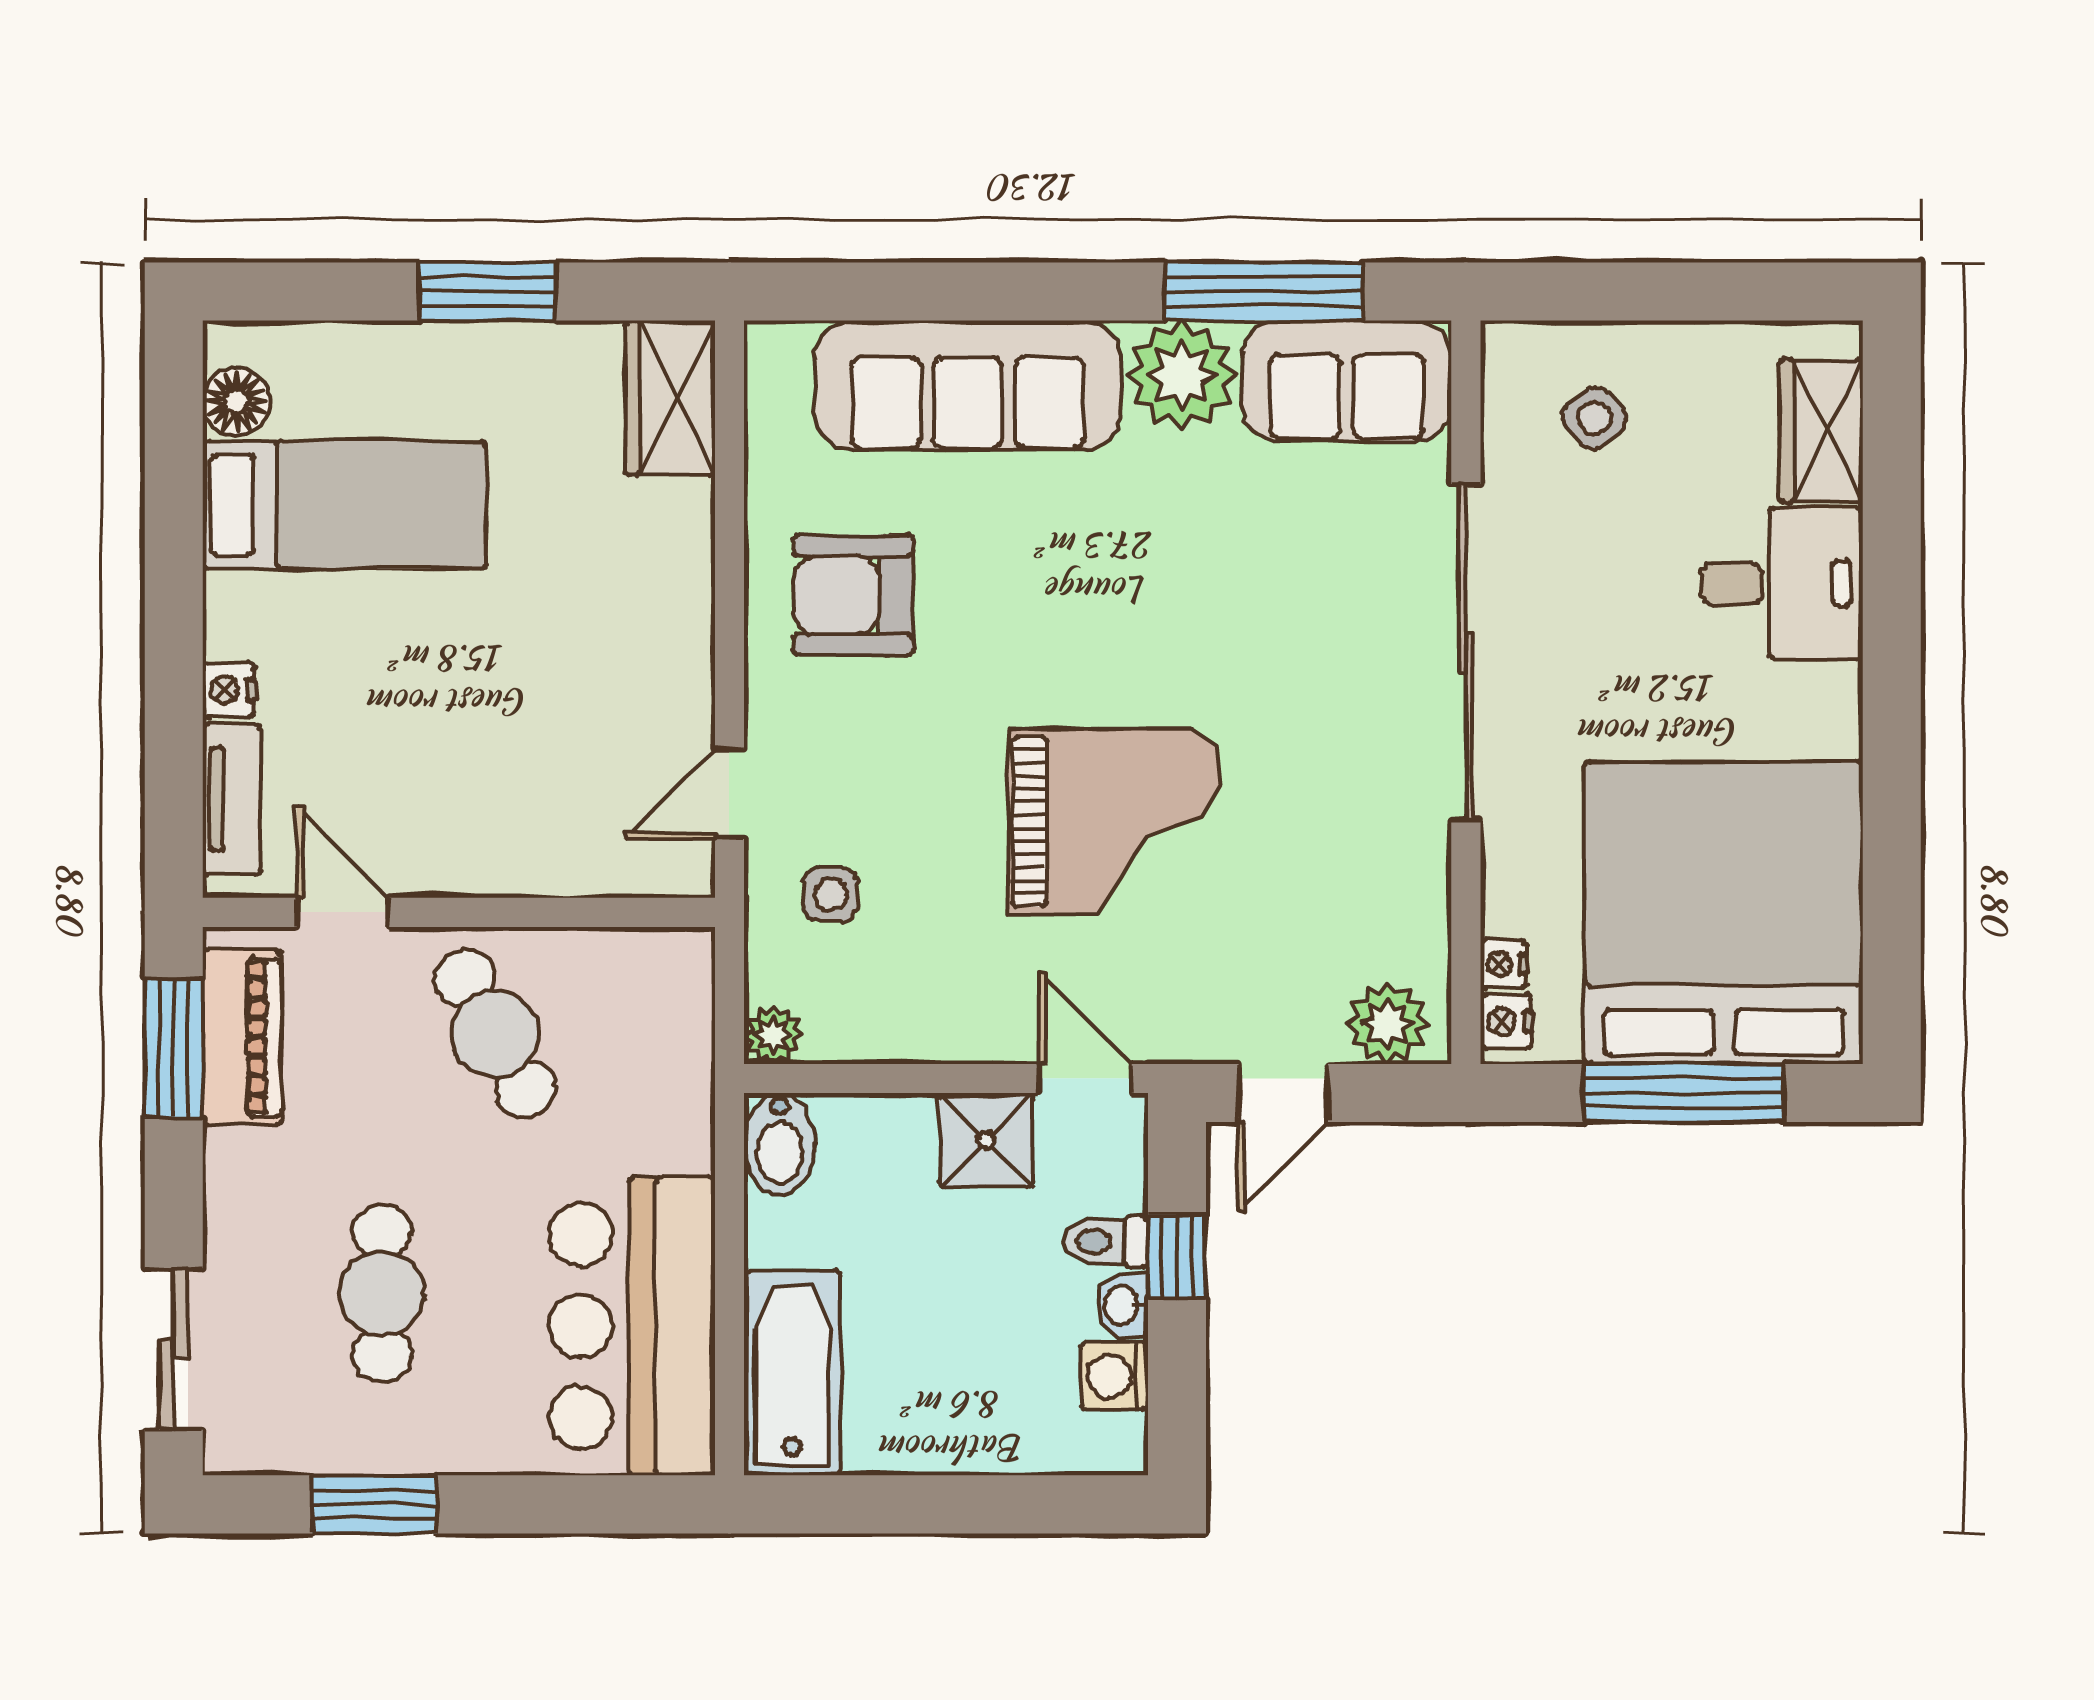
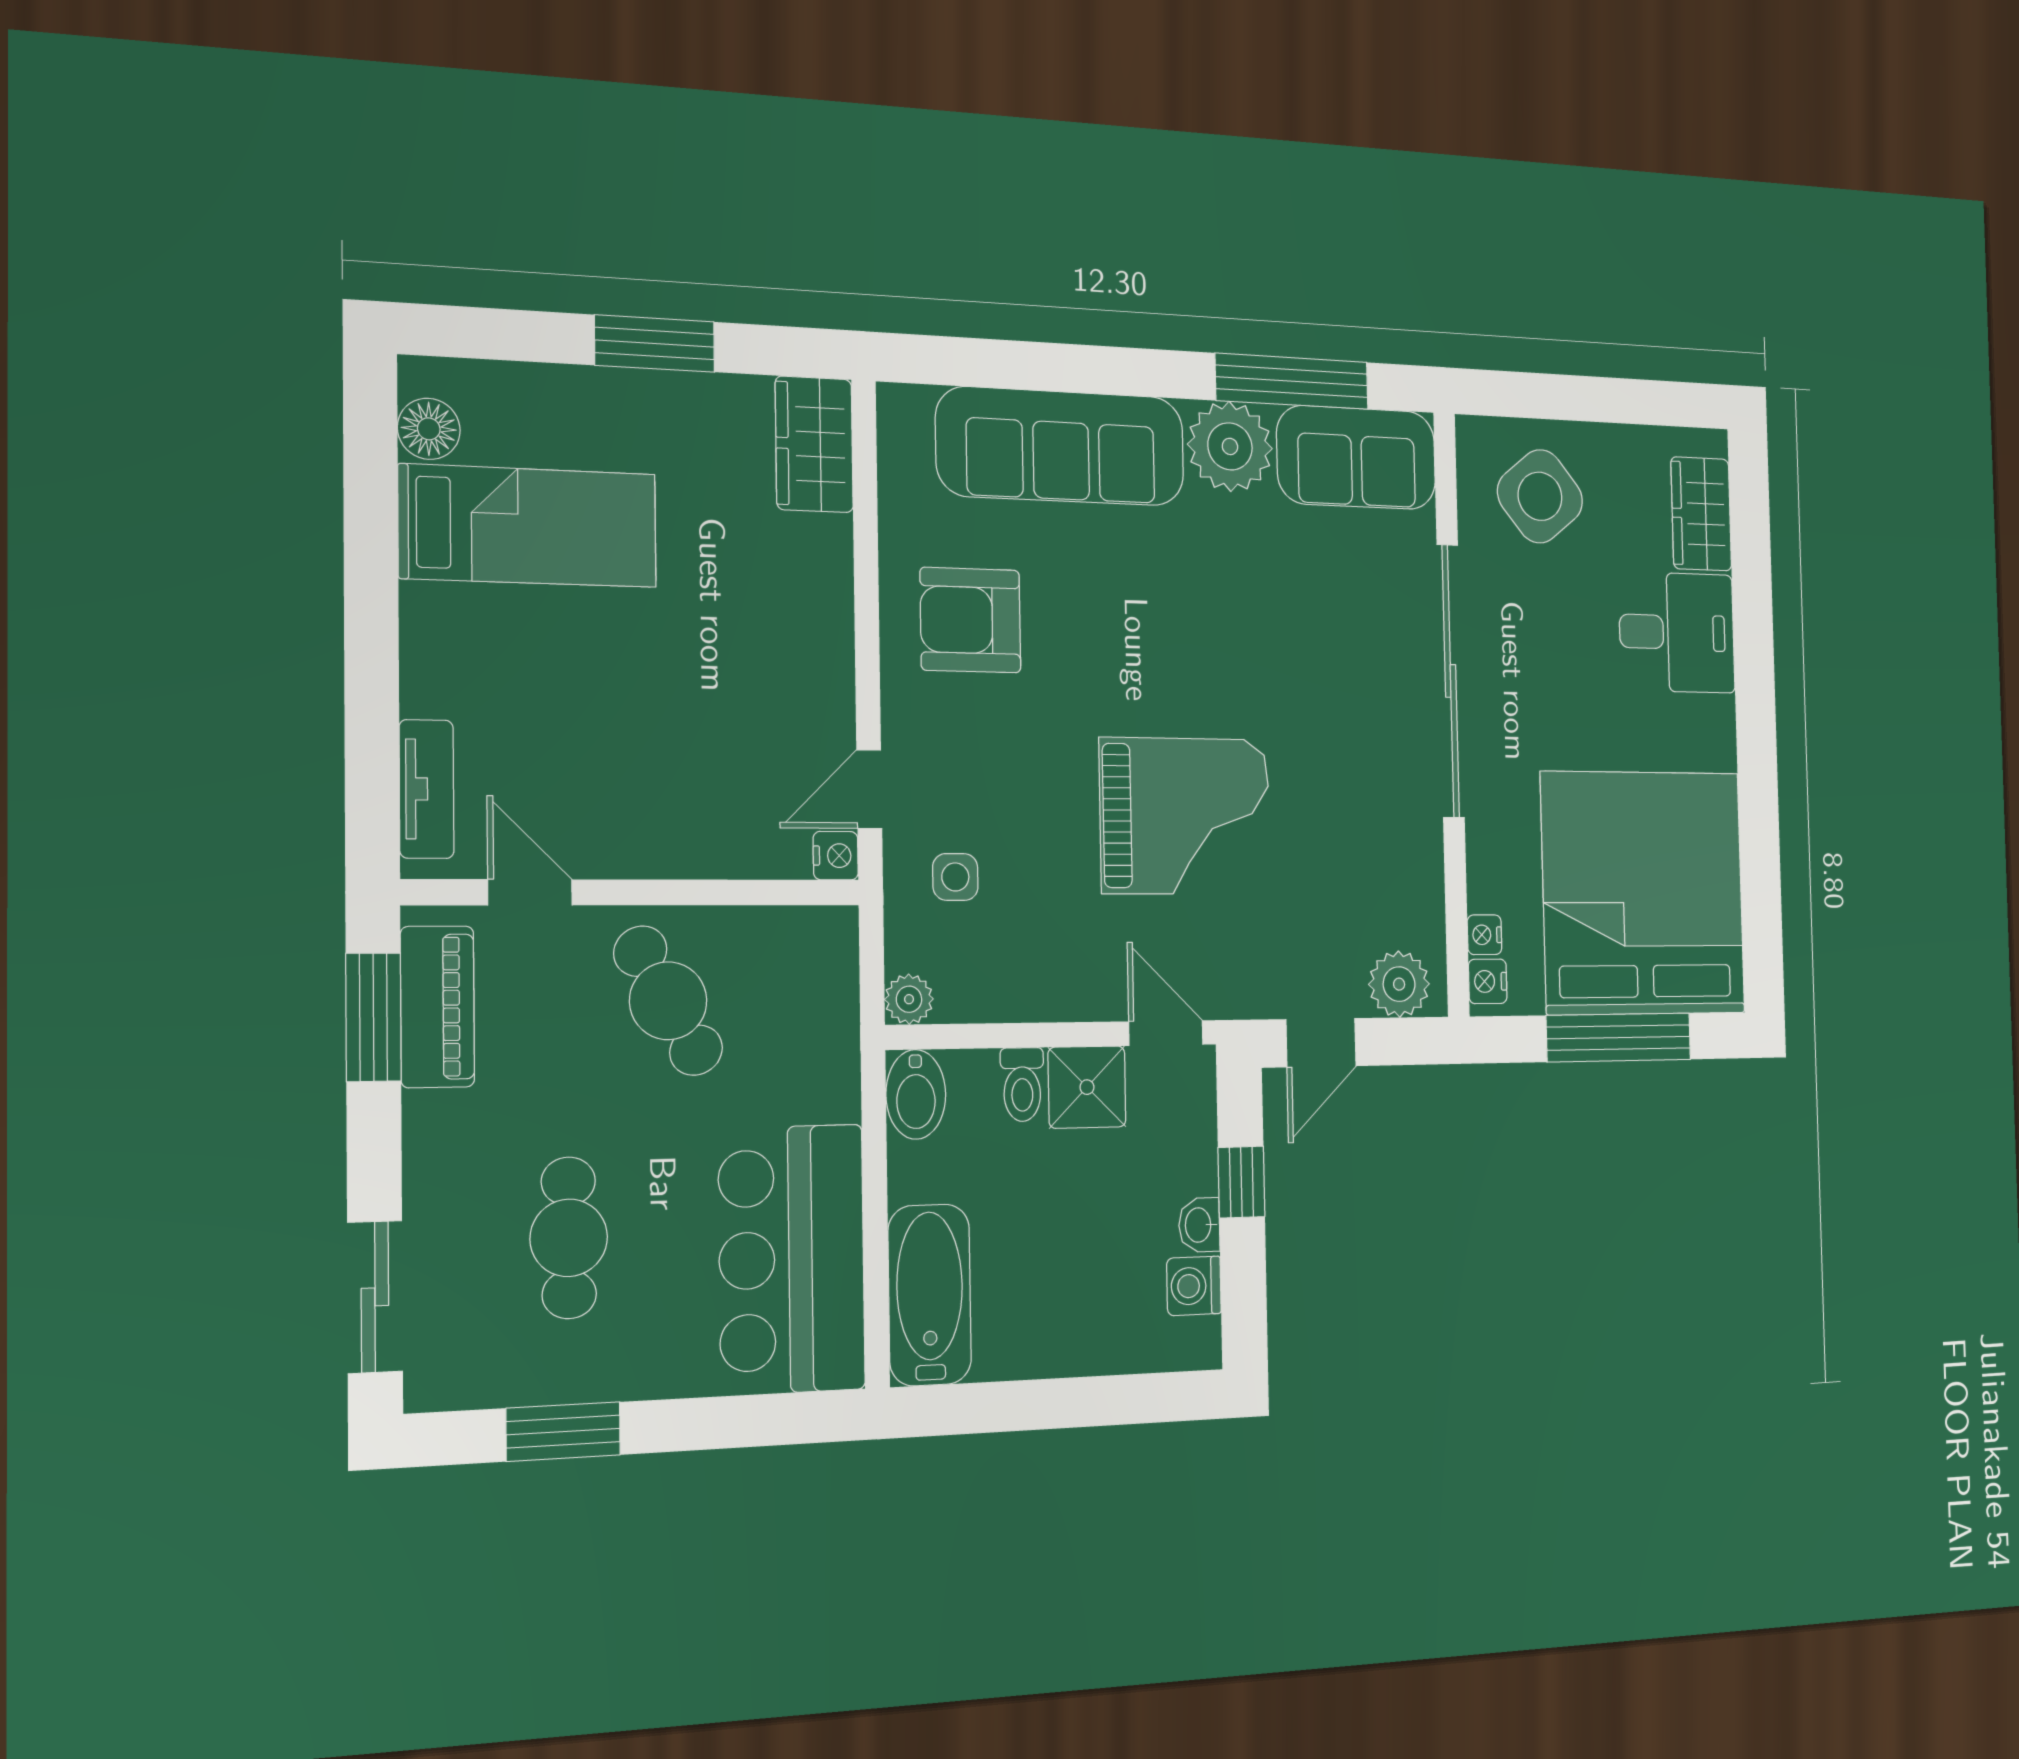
side table: (1594, 418) -> (1540, 496), width x1.87, depth x1.87
nightstand: (229, 690) -> (836, 856), moved, turned 180
toilet: (1106, 1242) -> (1022, 1085), moved, turned -90

